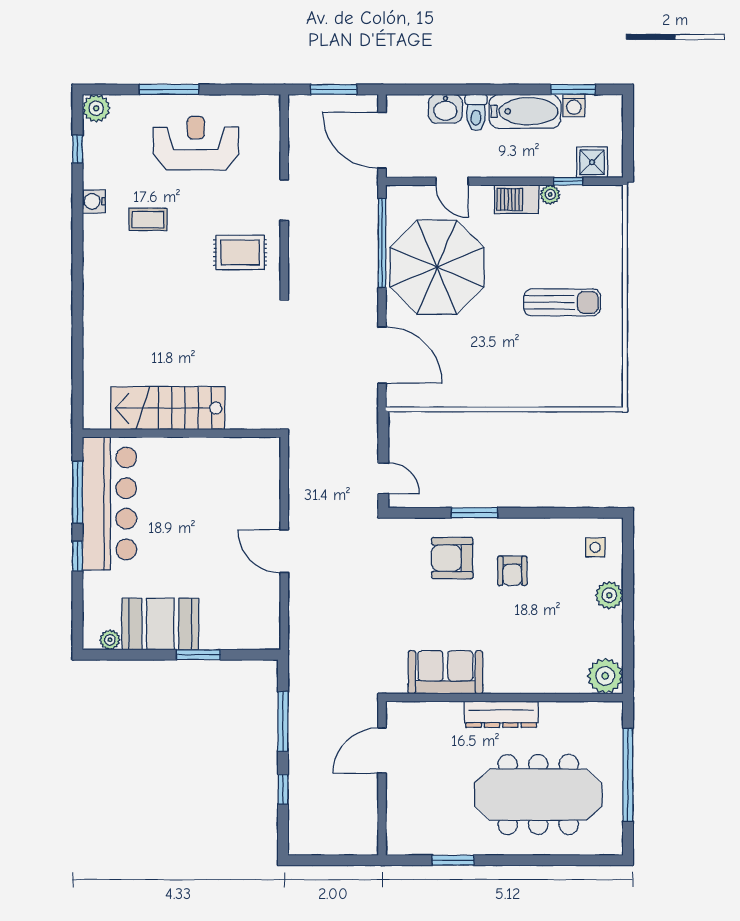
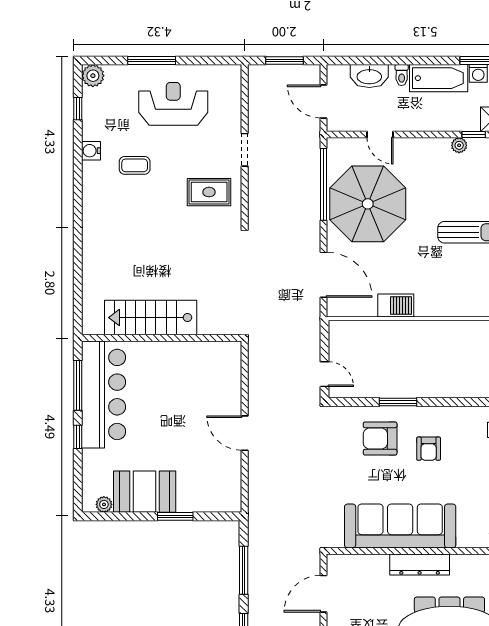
washbasin: (445, 109) -> (369, 76), width x1.38
toilet: (476, 113) -> (402, 75), width x0.73, depth x0.72
door: (382, 140) -> (324, 102), width x0.73
barbecue: (516, 199) -> (396, 305), moved, turned 180
sofa: (445, 672) -> (400, 526), width x1.85, depth x1.27

